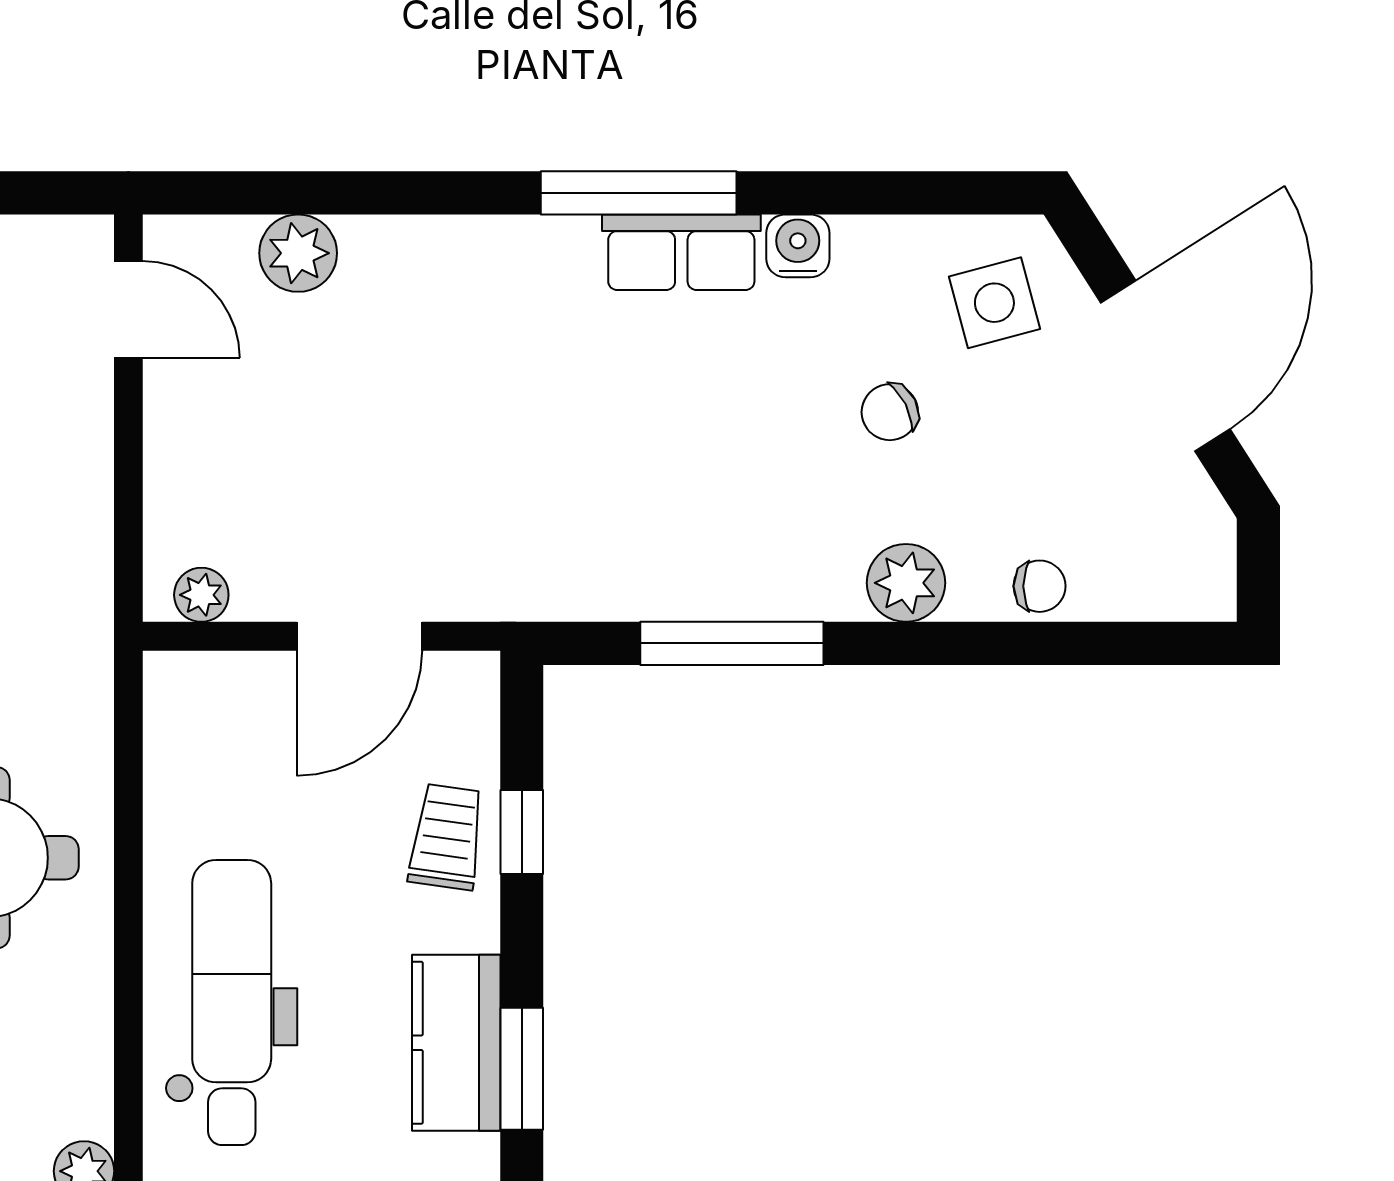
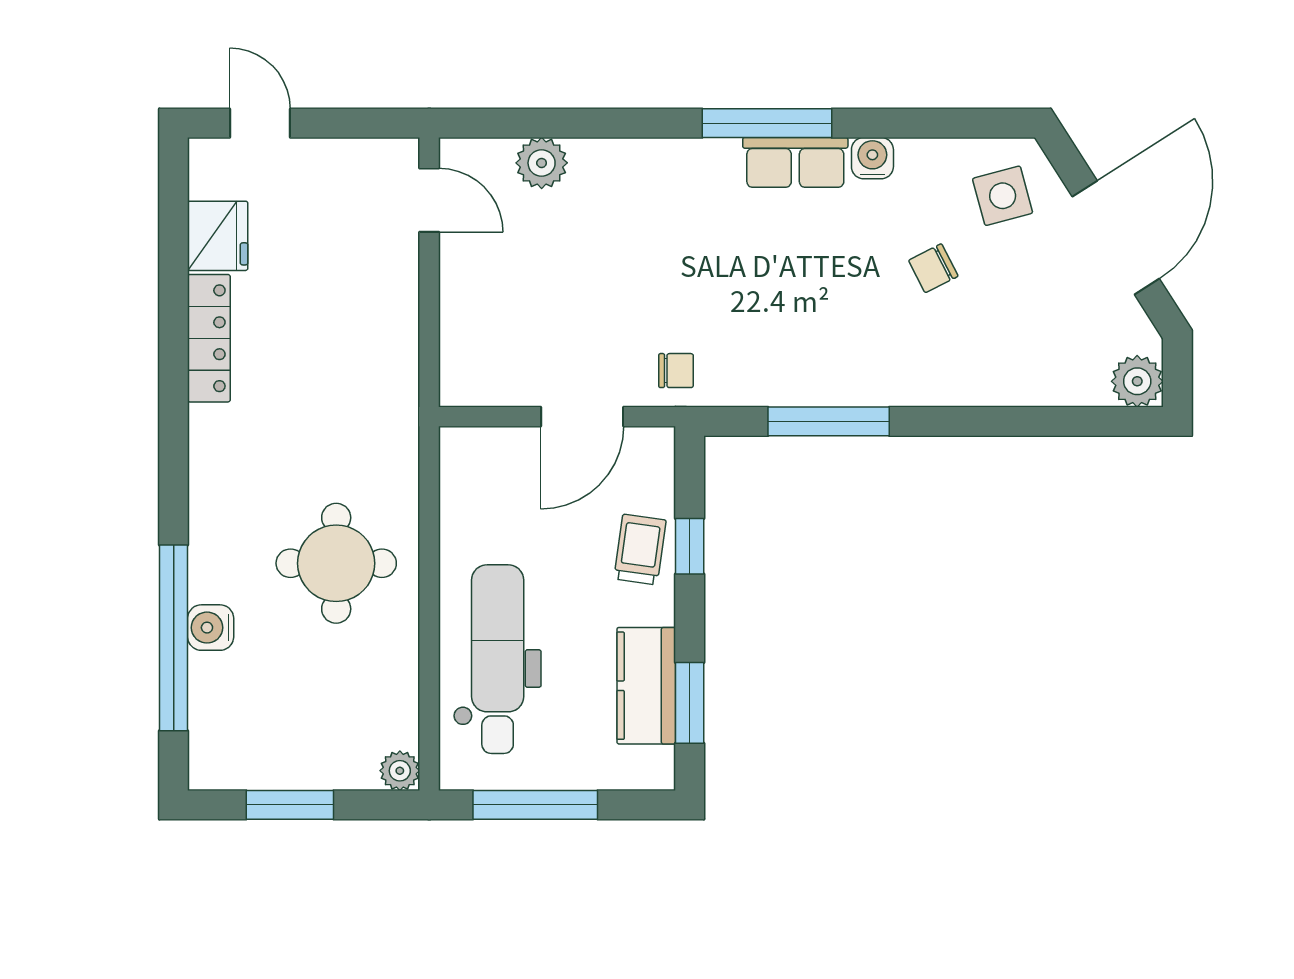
plant: (906, 583) -> (1137, 381), moved
chair: (1040, 586) -> (676, 371), moved
plant: (201, 595) -> (477, 389), removed

